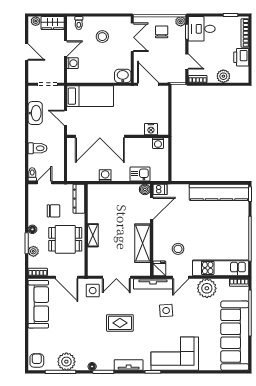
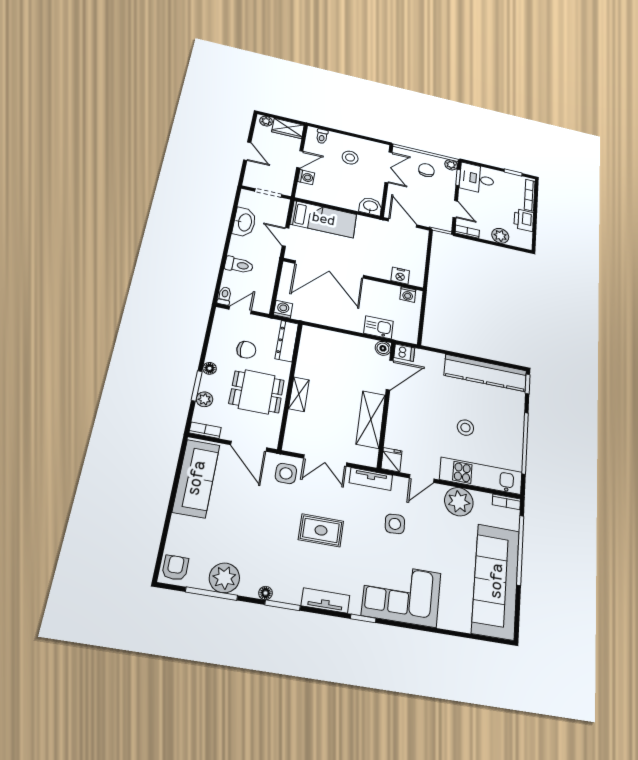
washing machine: (105, 175) -> (283, 309), moved
stool: (178, 249) -> (465, 428), moved
tv unit: (153, 284) -> (371, 479), width x0.71

